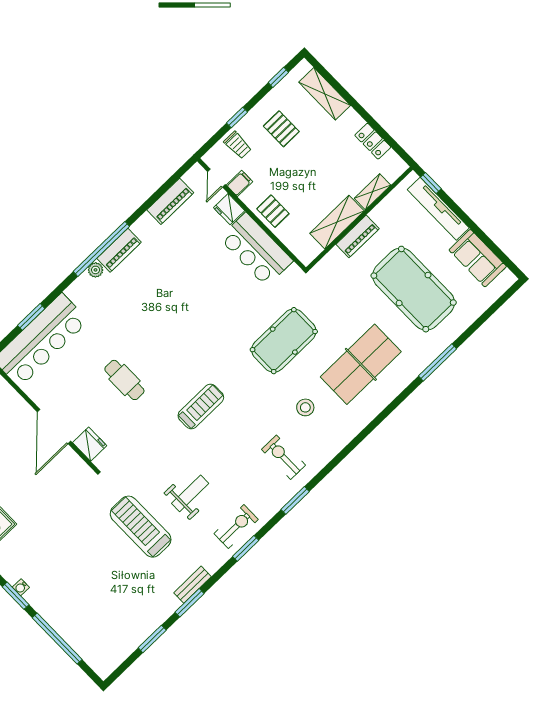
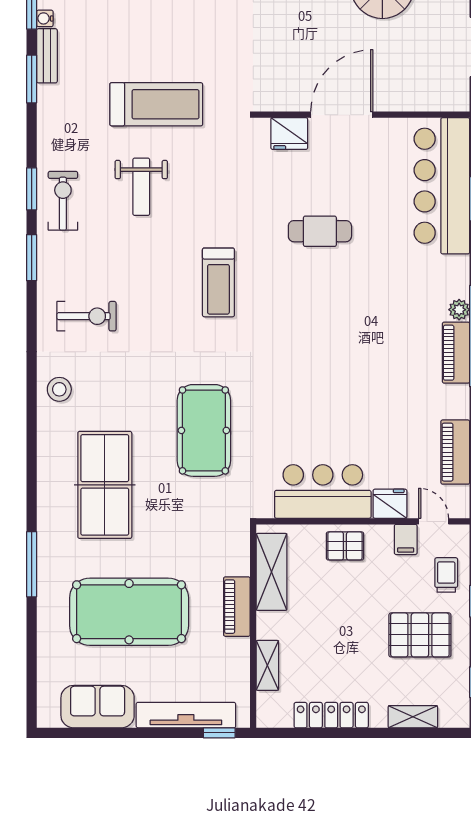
shelving: (325, 94) -> (413, 717), width x0.67, depth x0.75
pallet: (281, 129) -> (420, 635), width x1.50, depth x1.42
locker: (373, 141) -> (331, 715), width x1.53
trolley: (238, 145) -> (446, 575), turned 90
shelving: (337, 222) -> (272, 572), moved
stool: (305, 407) -> (59, 389), moved
door: (54, 427) -> (342, 115), hinge flipped
window: (295, 500) -> (32, 258), moved
exercise bike: (236, 527) -> (63, 201), turned 180
bench: (193, 585) -> (47, 56), moved
water cooler: (152, 626) -> (45, 18), added

